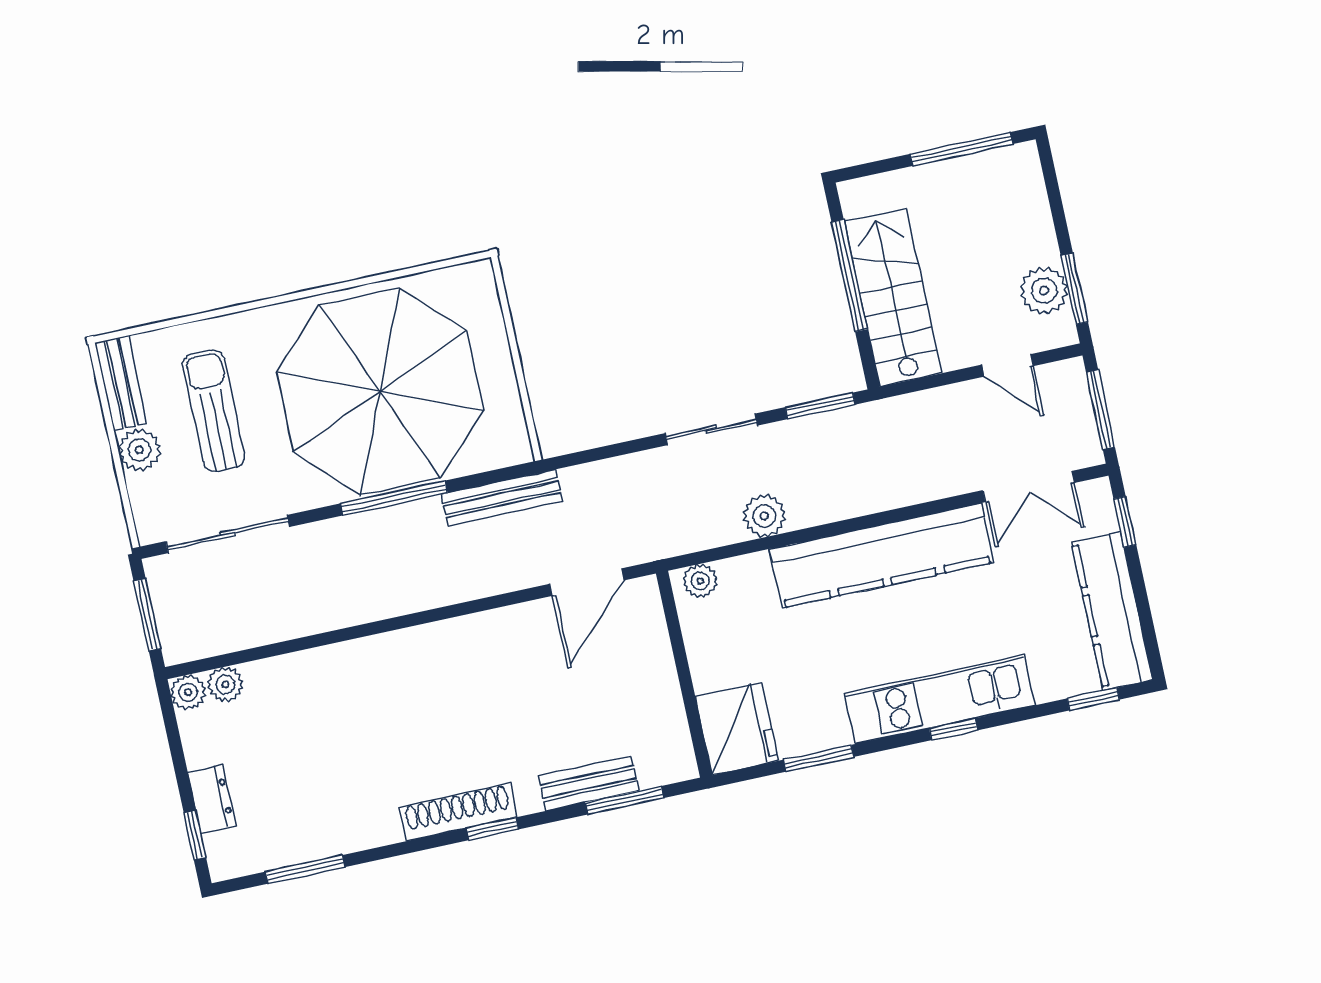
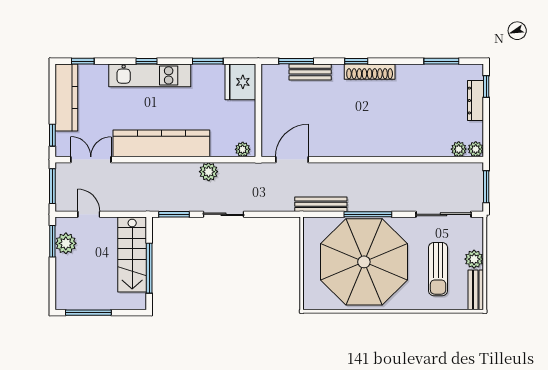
dresser: (212, 799) -> (475, 101), width x1.44

